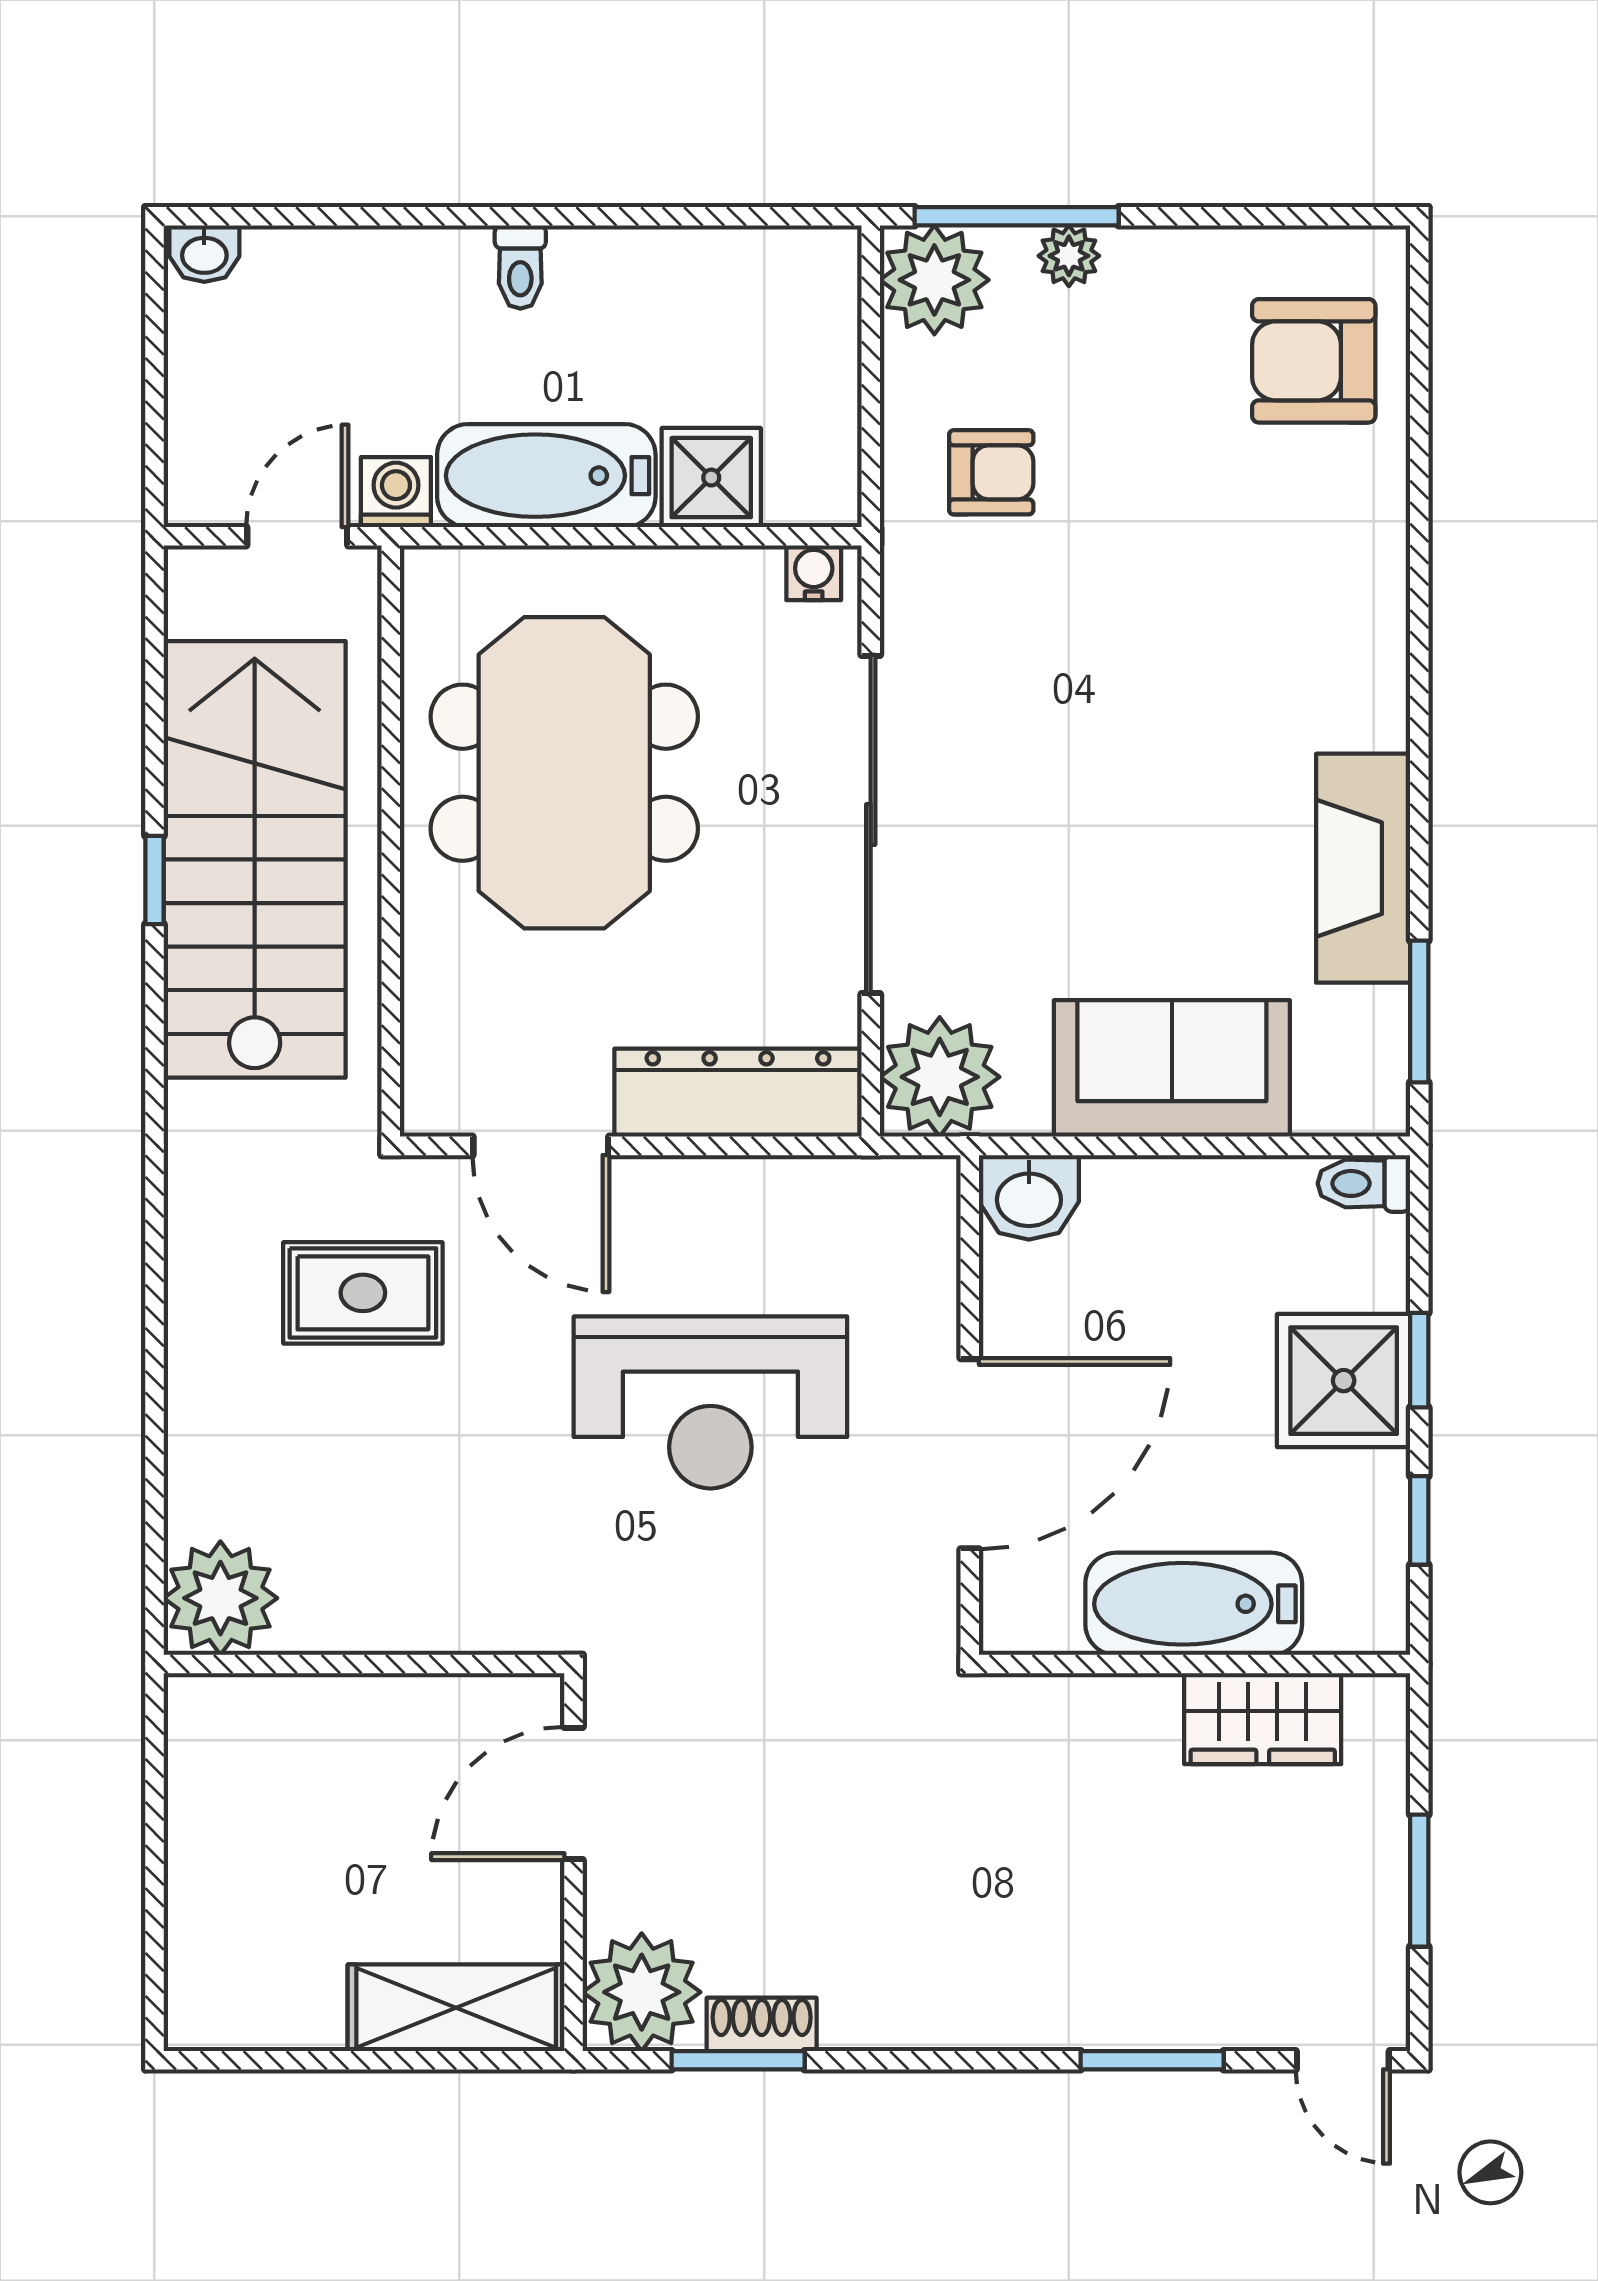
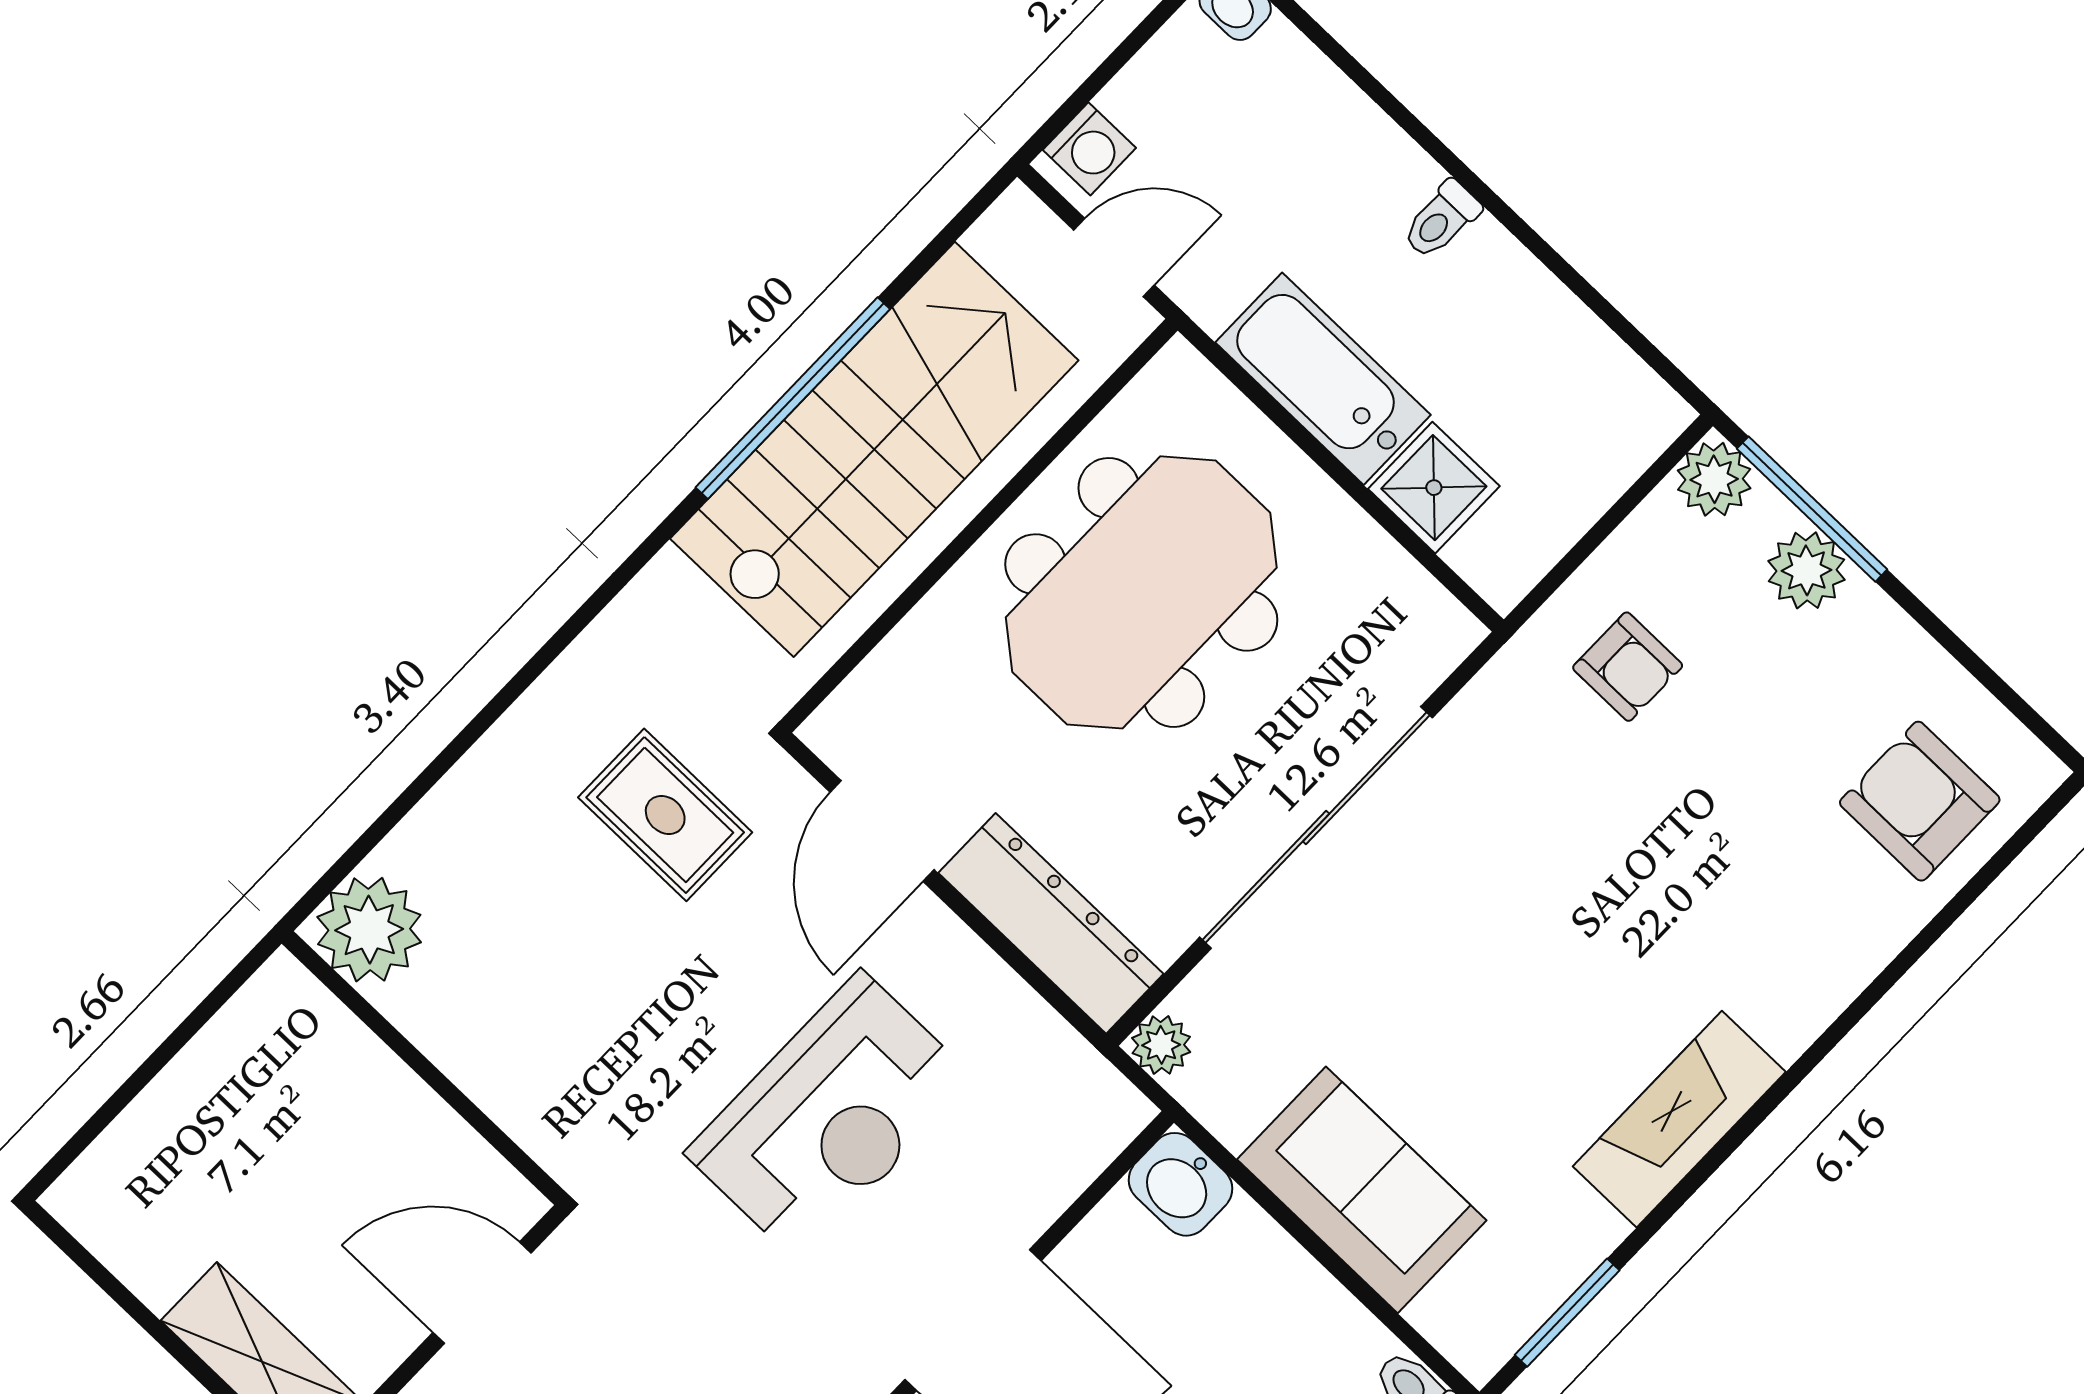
plant: (1069, 256) -> (1807, 570), width x1.38, depth x1.38
plant: (934, 280) -> (1714, 479), width x0.73, depth x0.73
washing machine: (396, 492) -> (1089, 149), moved, turned 90
water cooler: (814, 573) -> (1441, 619), removed
fireplace: (1363, 868) -> (1679, 1119), moved
window: (154, 880) -> (793, 398), width x3.17
plant: (940, 1077) -> (1161, 1045), width x0.53, depth x0.53
reception desk: (710, 1402) -> (830, 1116), turned -90

